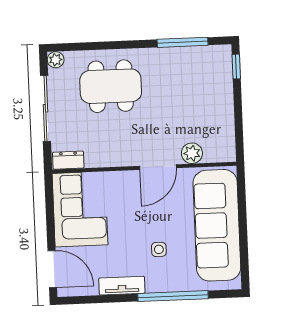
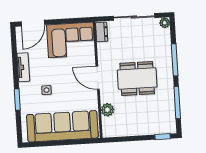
window: (115, 45) -> (175, 60), added
dining table: (111, 86) -> (137, 79), moved, turned 90
door: (158, 167) -> (98, 78), moved
window: (173, 296) -> (17, 100), width x0.47

